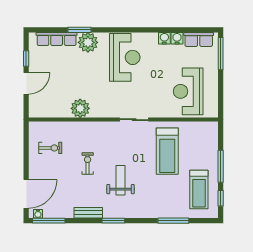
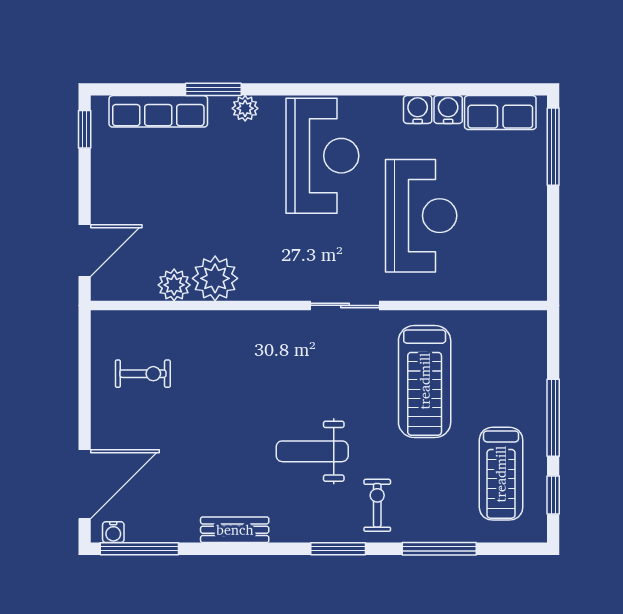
plant: (88, 42) -> (245, 108), width x0.53, depth x0.53
window: (26, 58) -> (85, 129), moved
door: (26, 83) -> (85, 251), moved
reception desk: (188, 91) -> (421, 216), moved, turned 180
plant: (63, 111) -> (174, 285), added
exercise bike: (88, 164) -> (377, 505), moved
weight bench: (121, 180) -> (312, 451), turned -90
window: (113, 221) -> (338, 549), moved

